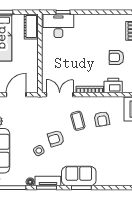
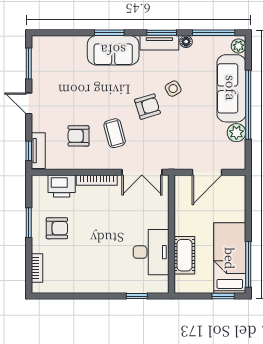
cot: (31, 26) -> (184, 255), moved
desk: (58, 26) -> (151, 252), moved, turned -90
armchair: (102, 119) -> (78, 136), turned -80

